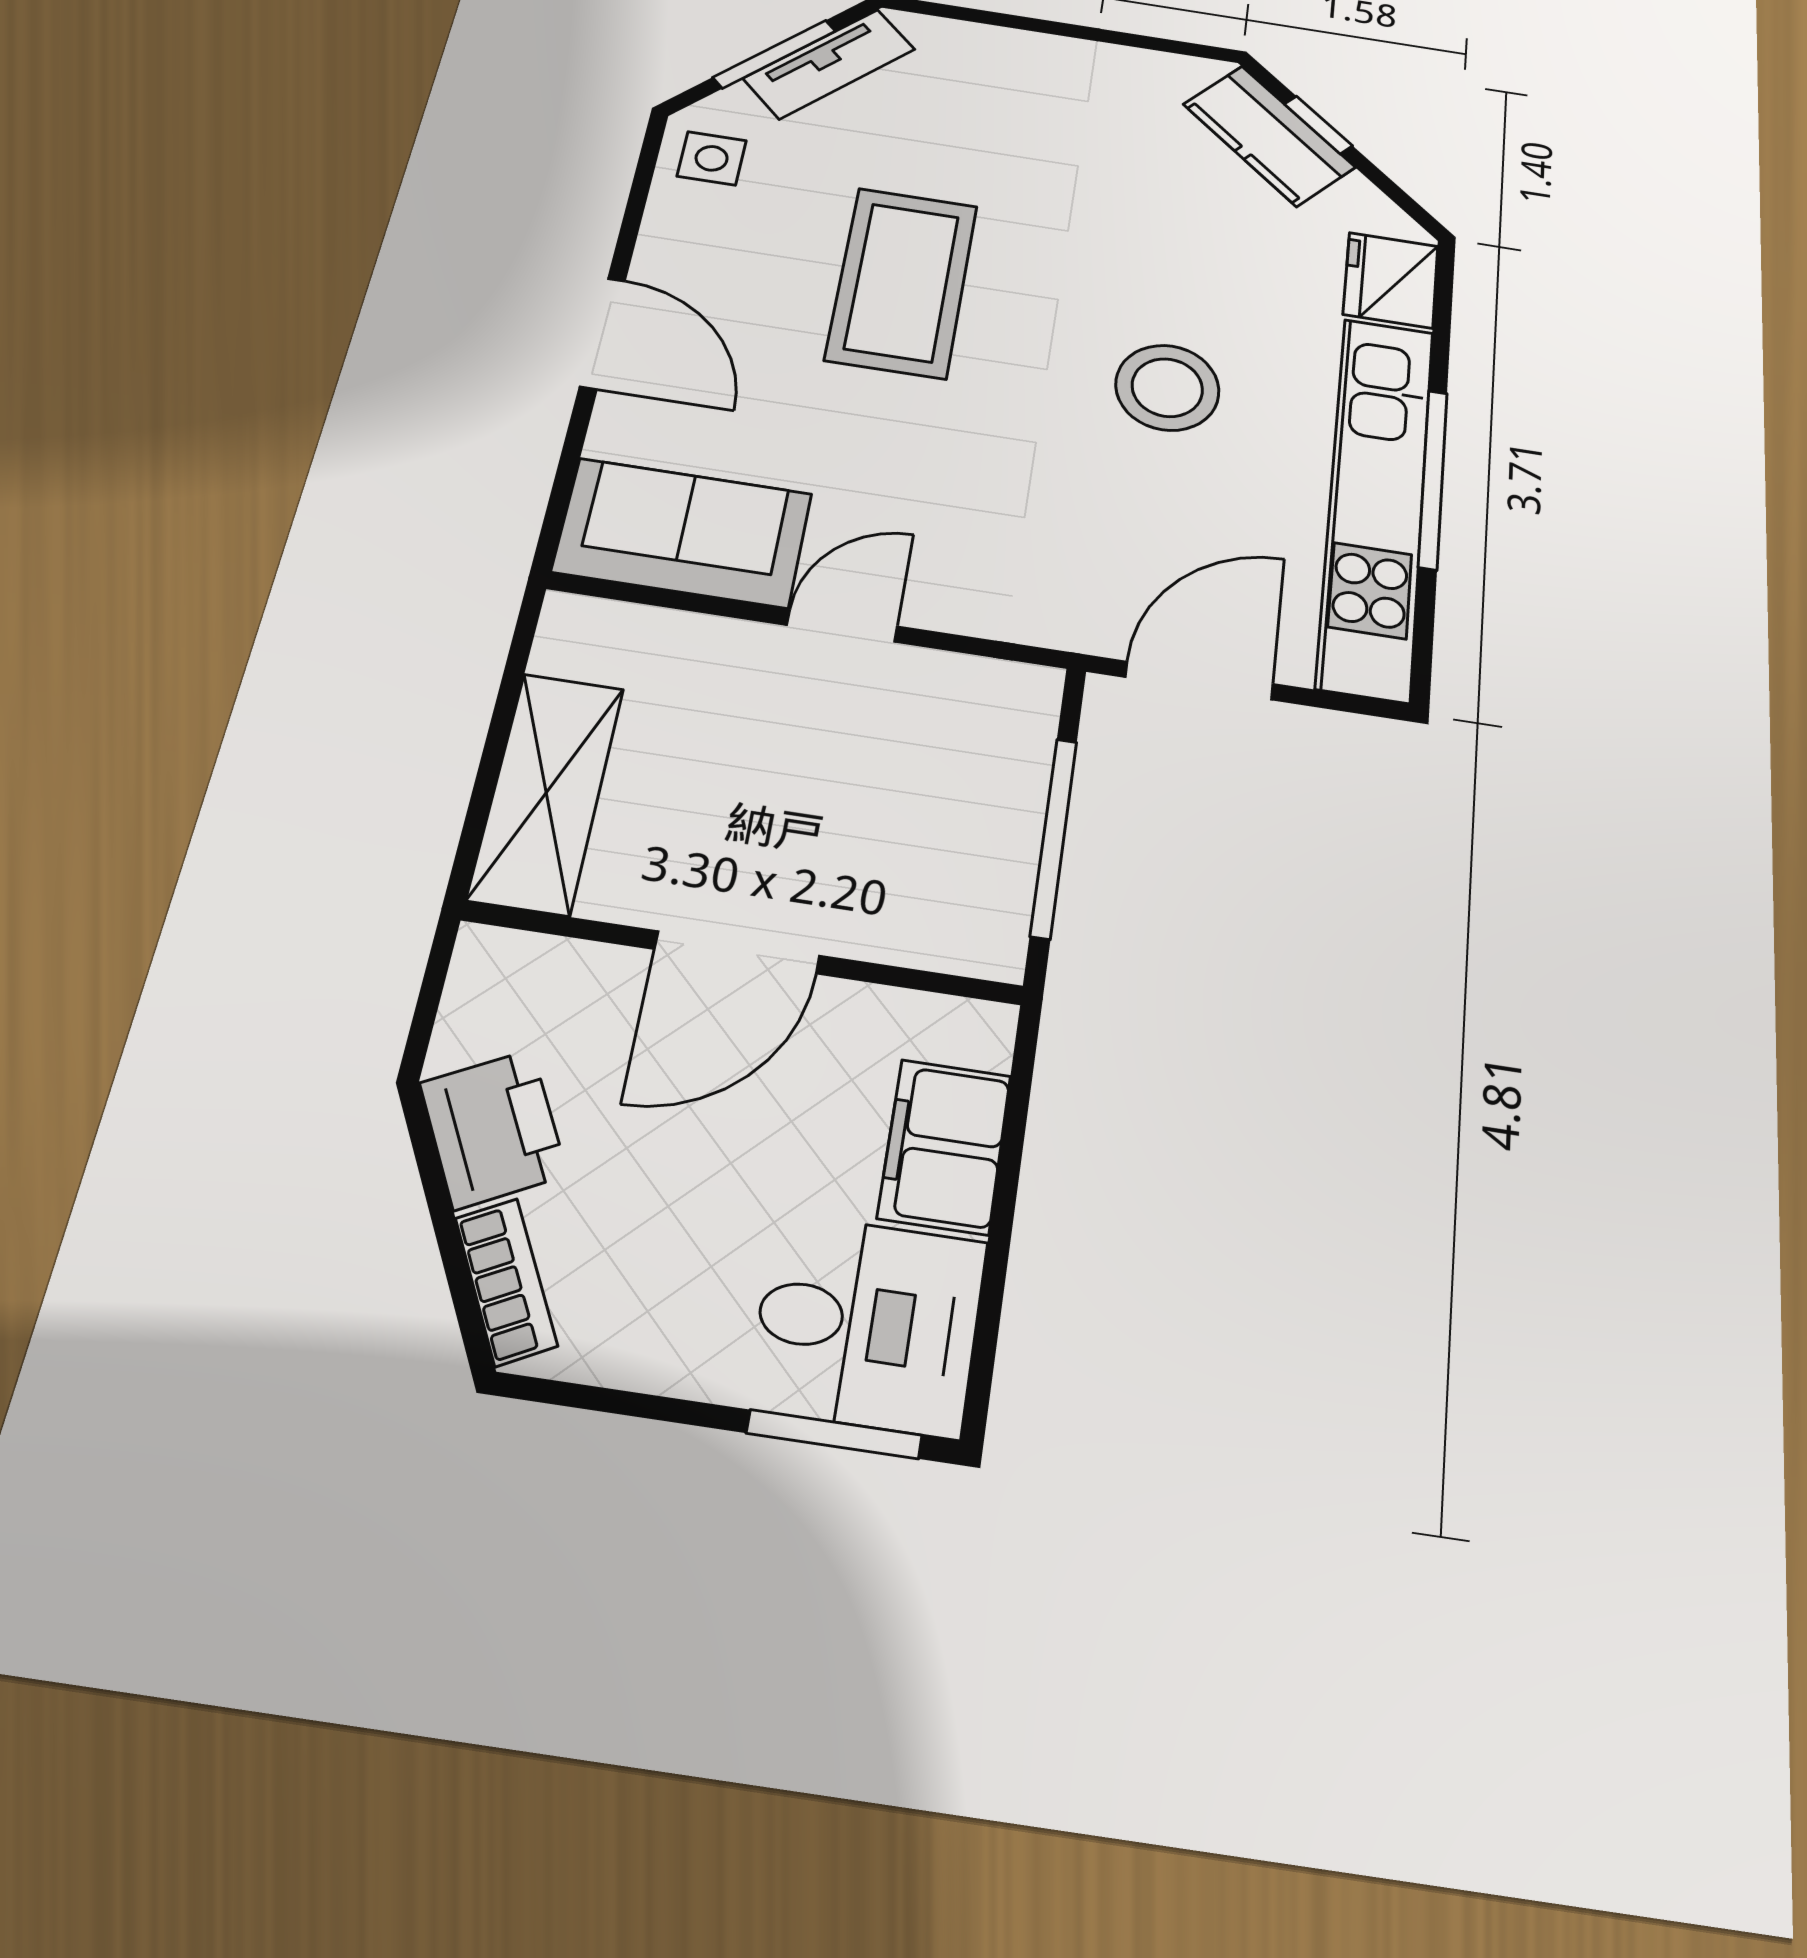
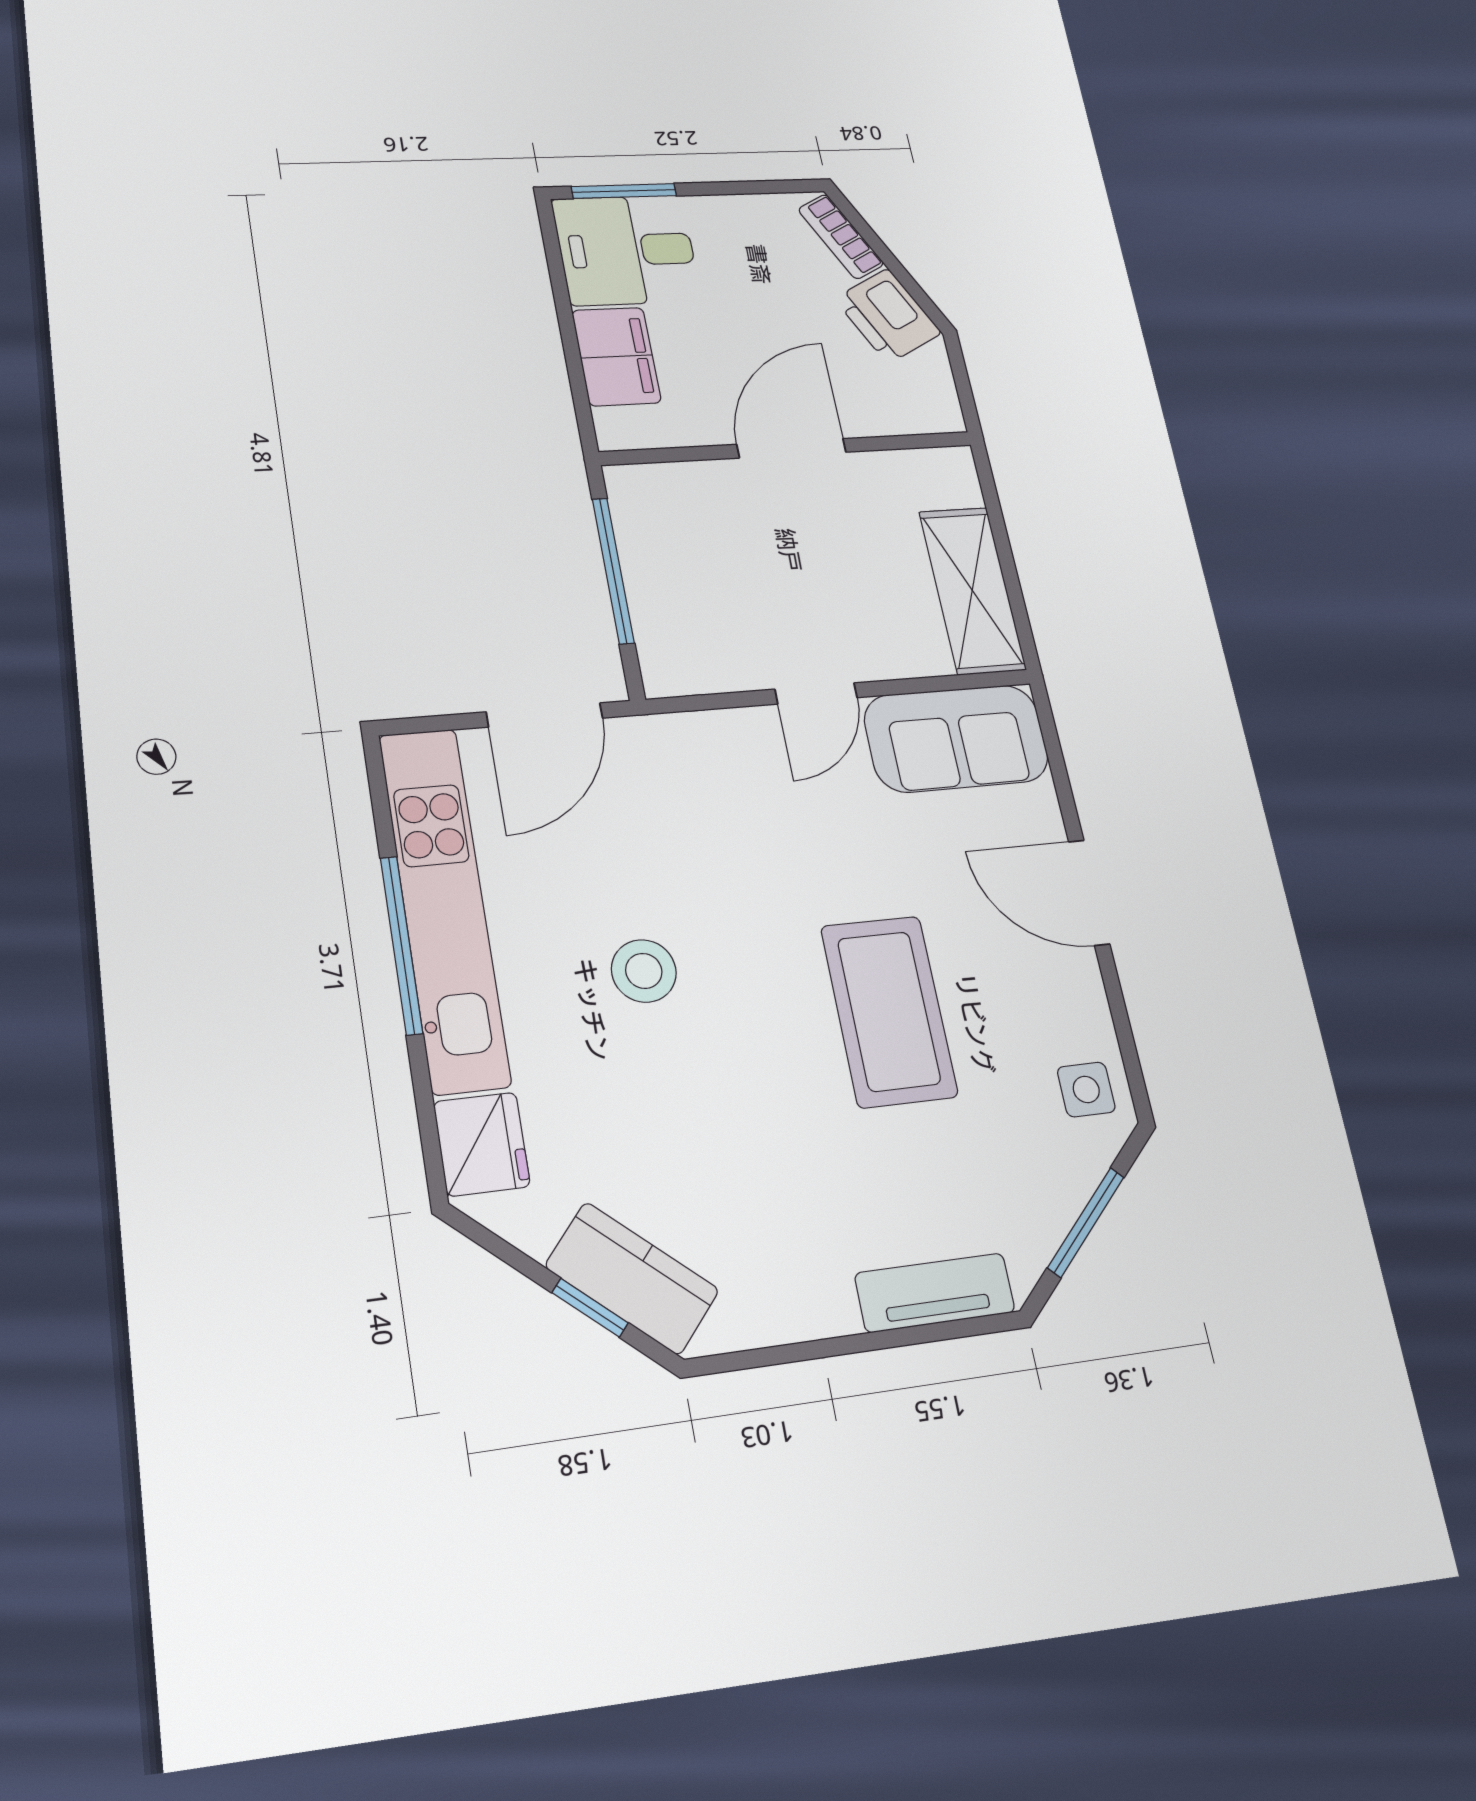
tv unit: (829, 64) -> (935, 1293), moved, turned 45
stool: (1167, 388) -> (644, 971), width x0.73, depth x0.73
shelving: (546, 793) -> (972, 590), moved

